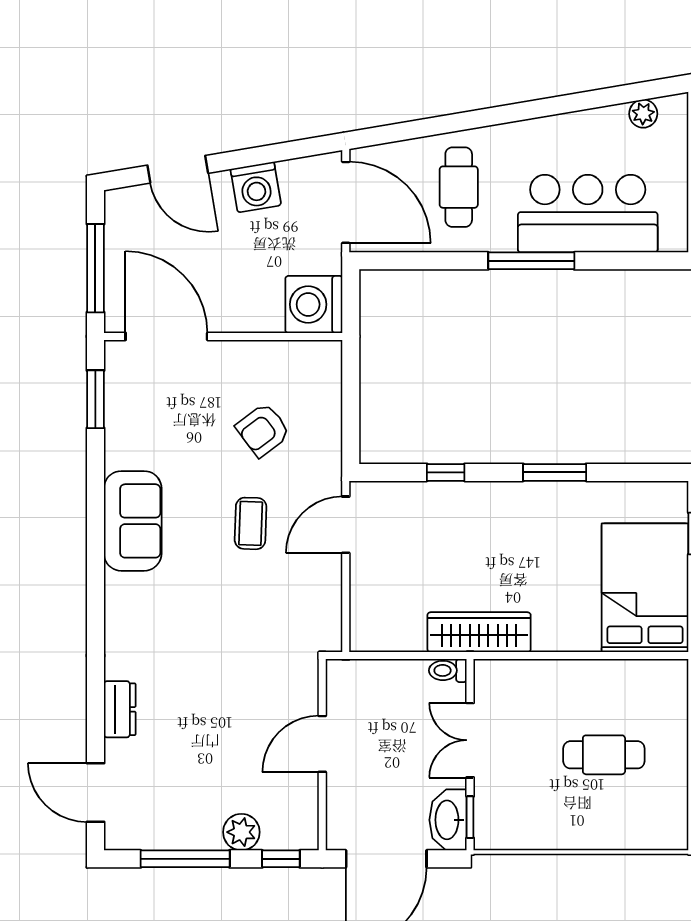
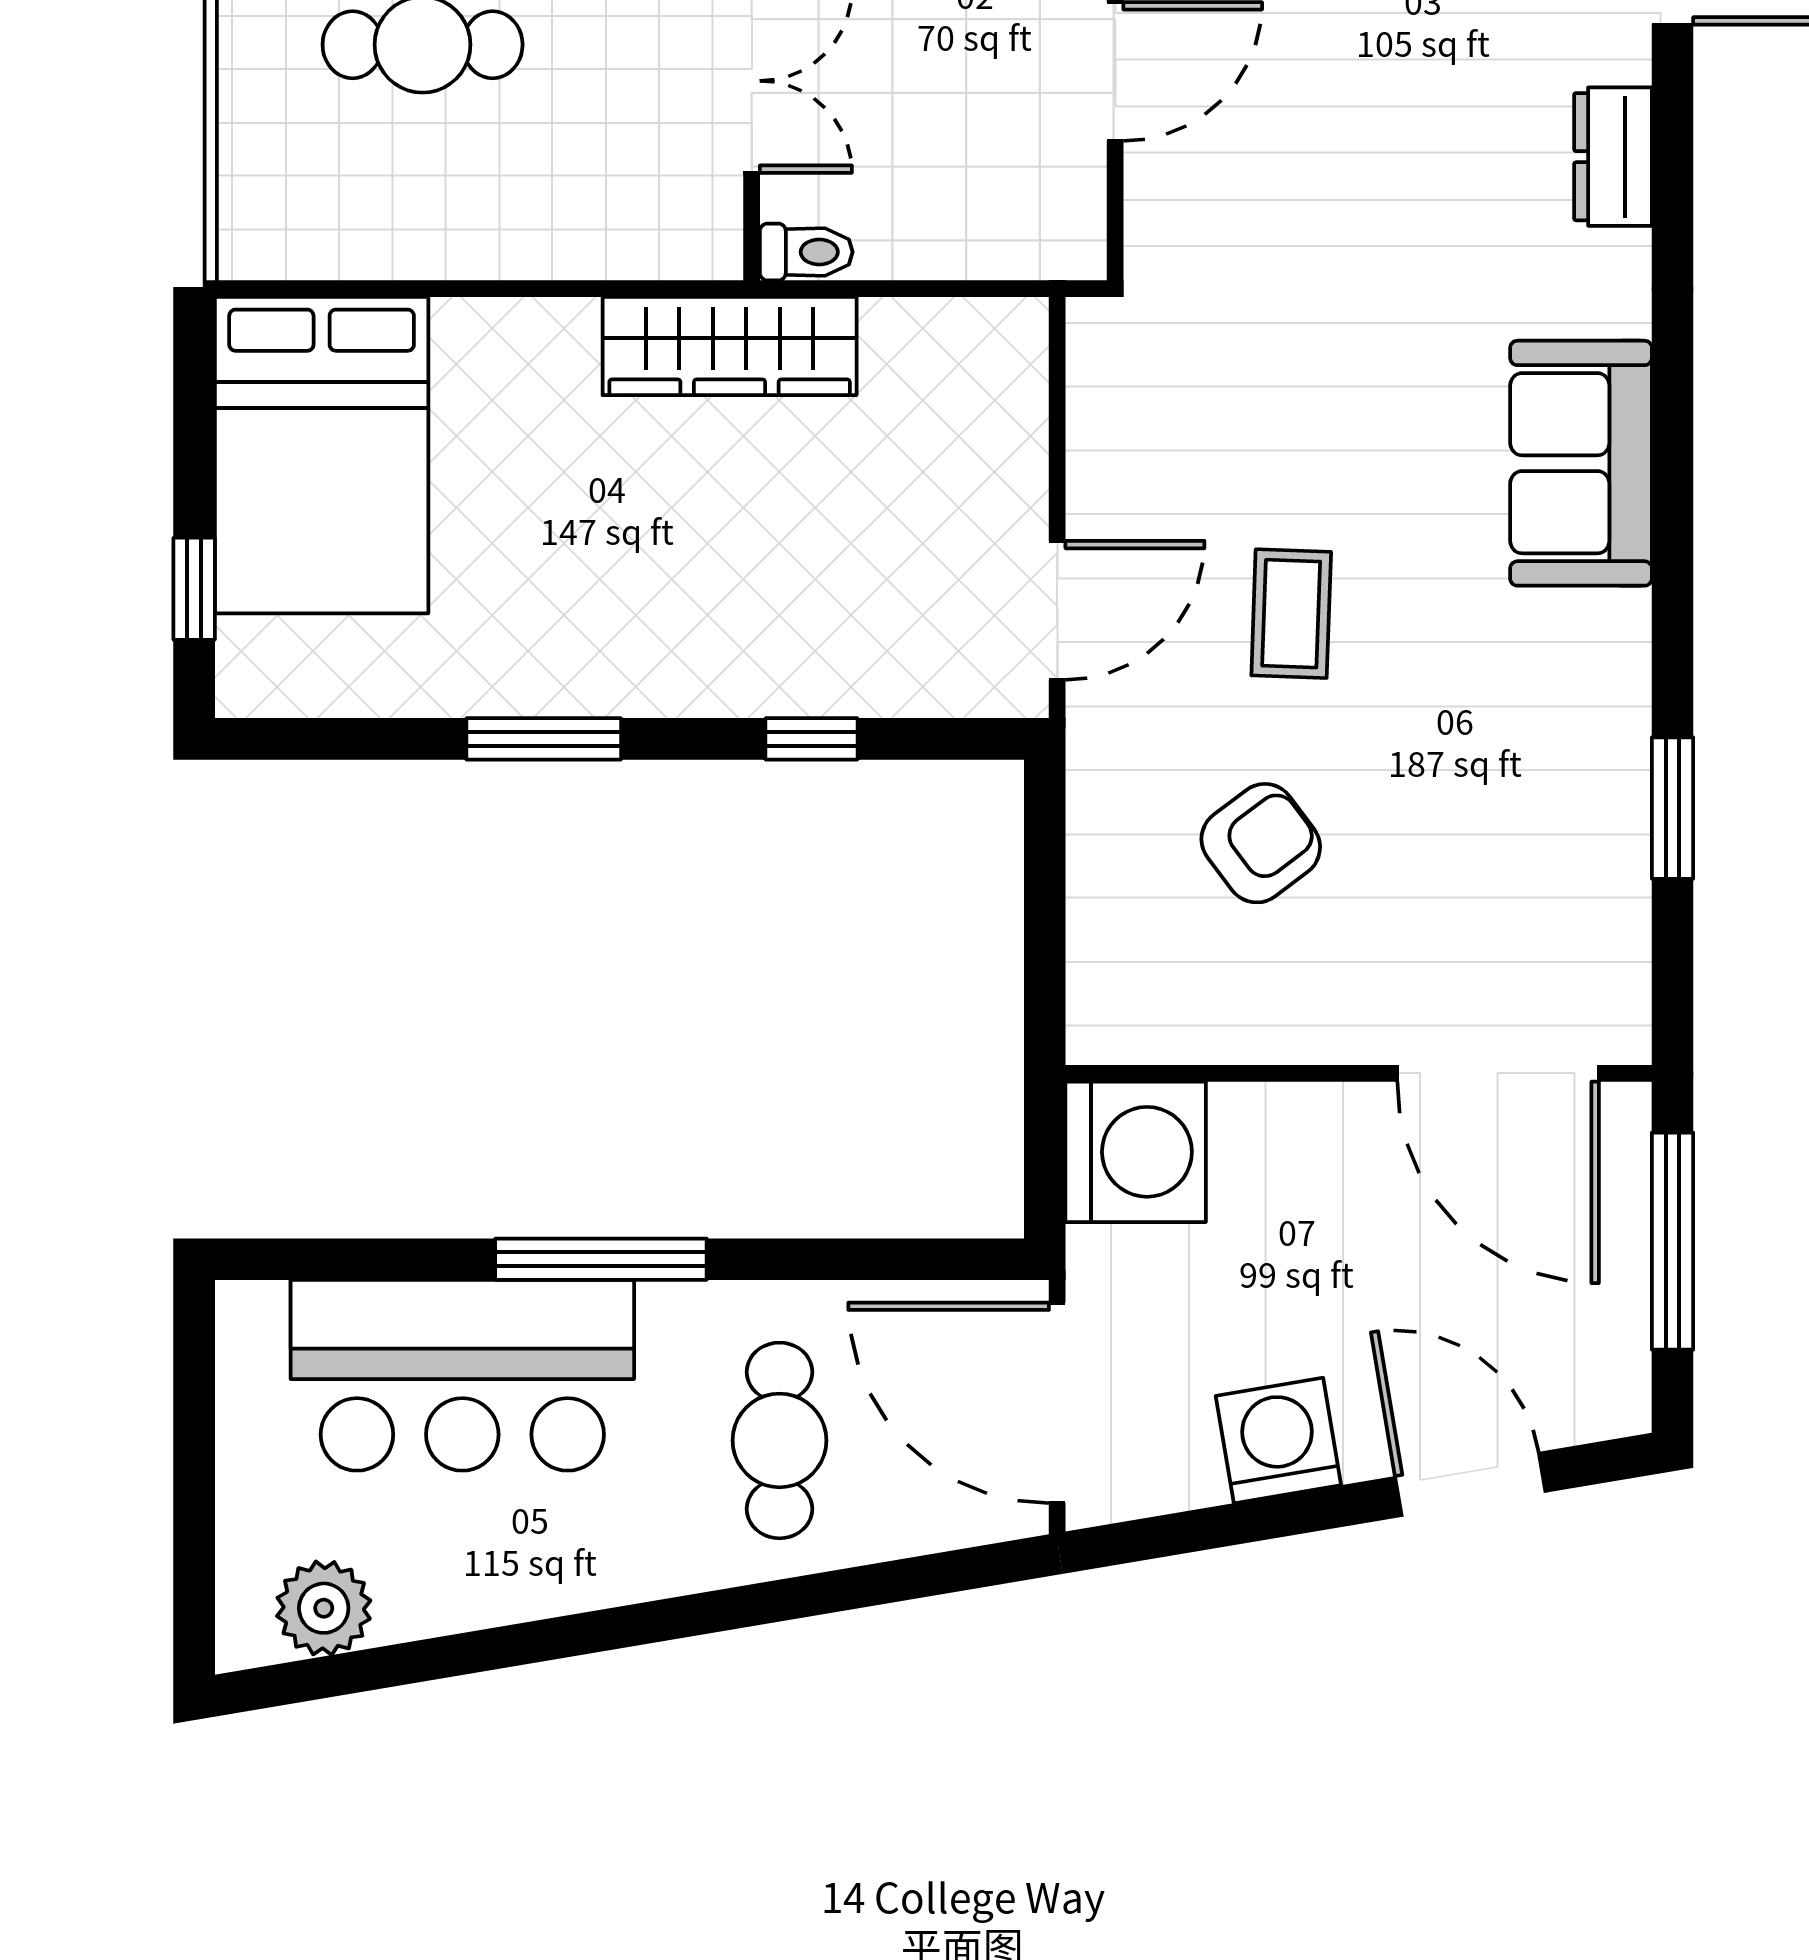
plant: (643, 114) -> (324, 1608), width x1.38, depth x1.38
window: (95, 399) -> (1673, 808), moved
sofa: (133, 521) -> (1581, 463), moved

